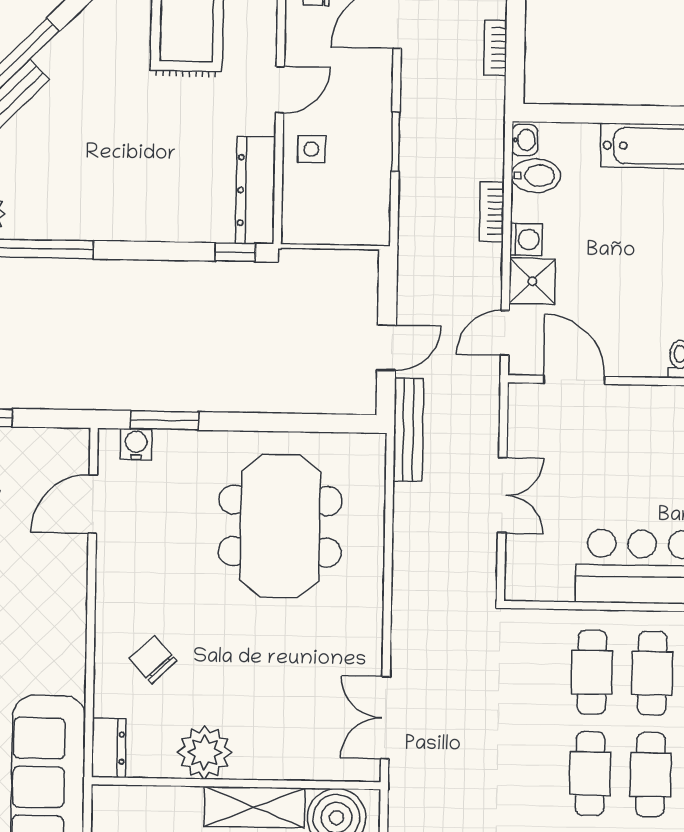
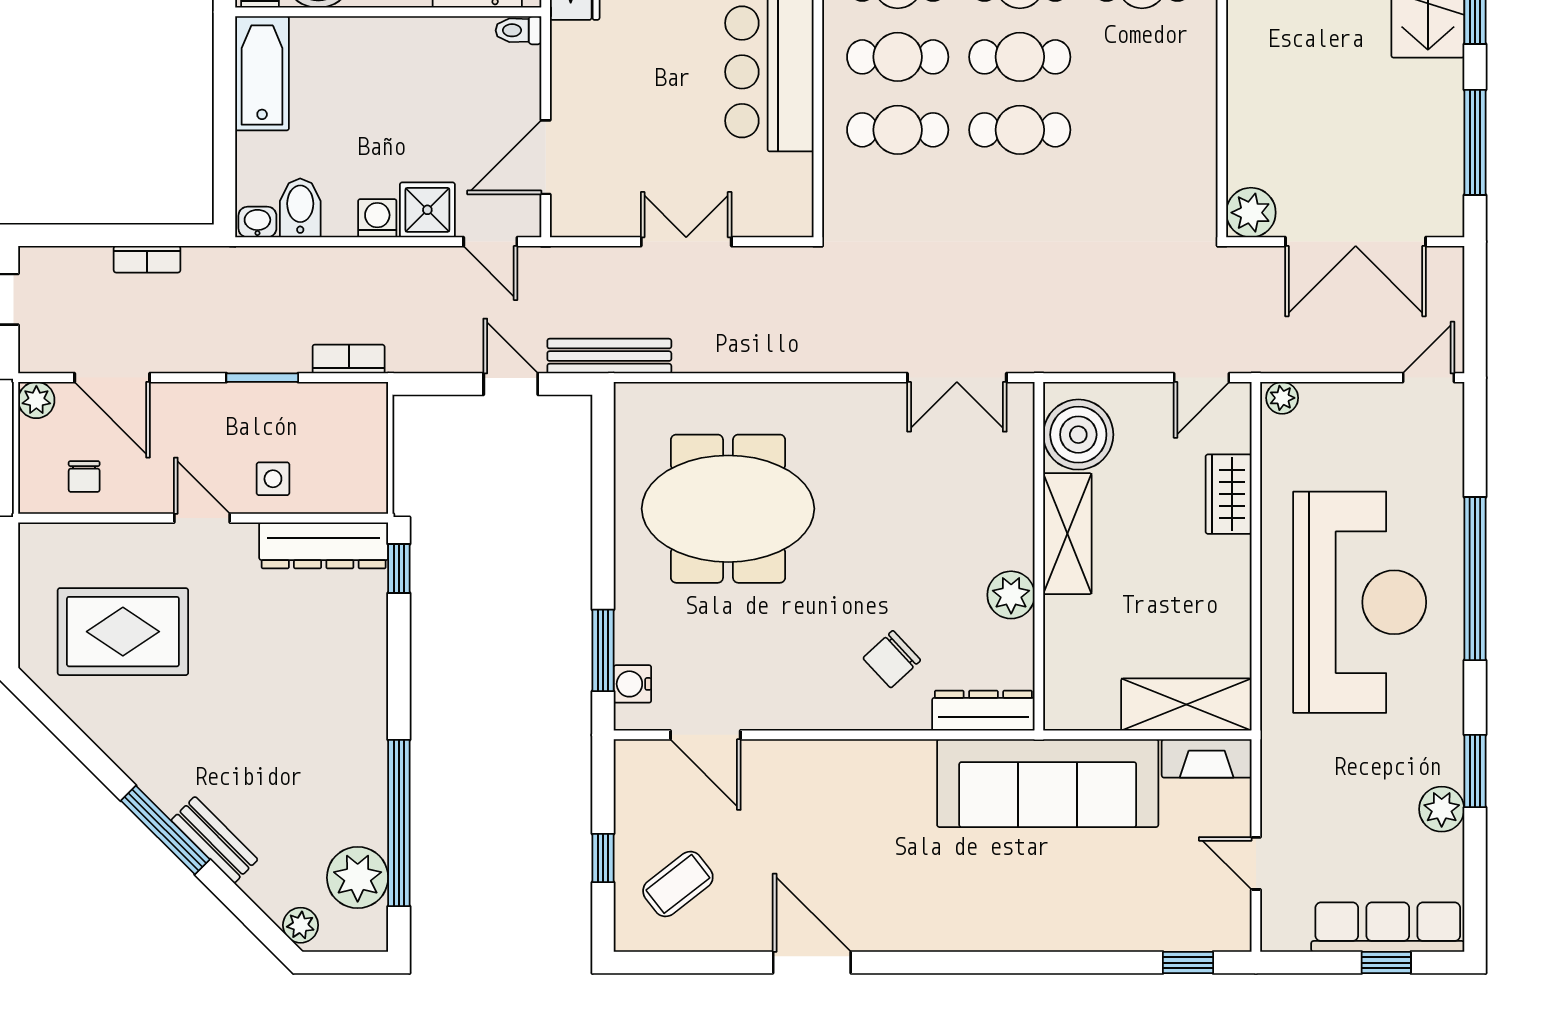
bookcase: (492, 212) -> (349, 359), moved, turned 180
dresser: (109, 748) -> (983, 711), width x1.44
plant: (205, 752) -> (1011, 595), width x0.73, depth x0.73

